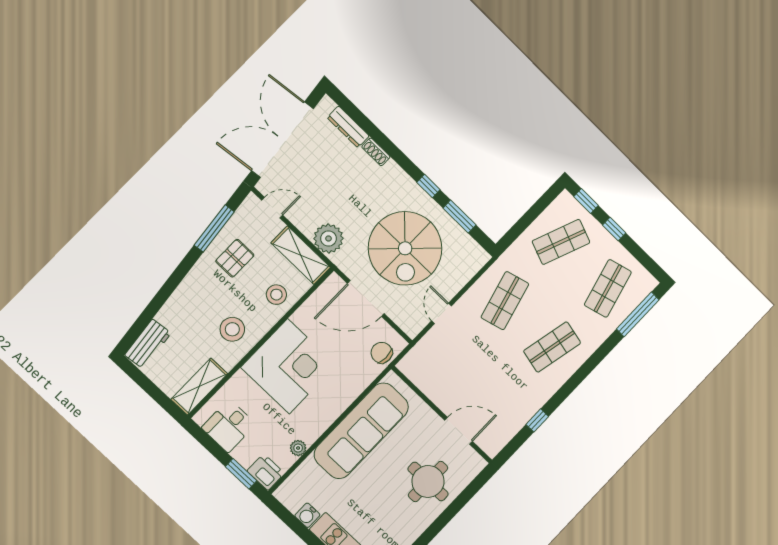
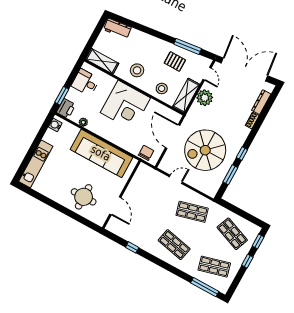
plant: (328, 238) -> (205, 98), moved
water cooler: (307, 515) -> (55, 125), moved

